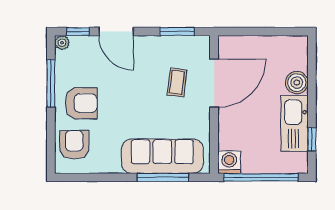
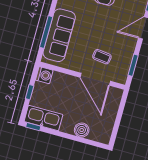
kitchen sink: (295, 123) -> (43, 118), moved
window: (312, 139) -> (33, 127), moved
window: (261, 177) -> (30, 92), width x0.32

